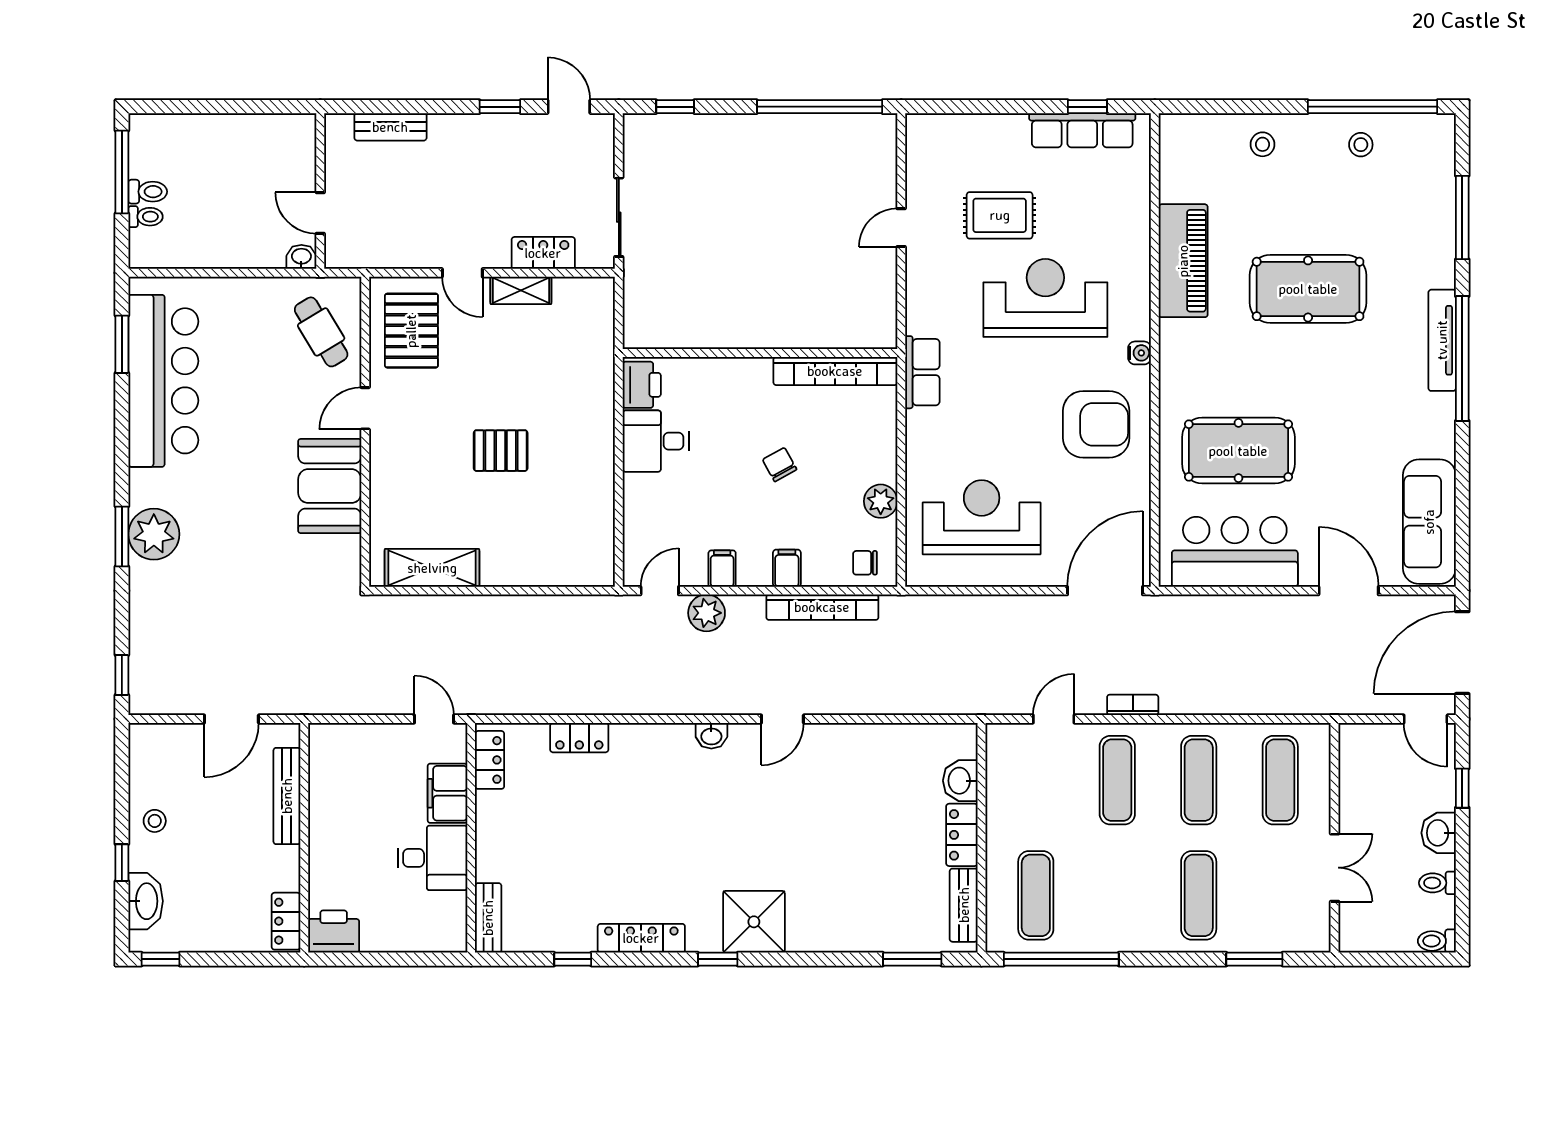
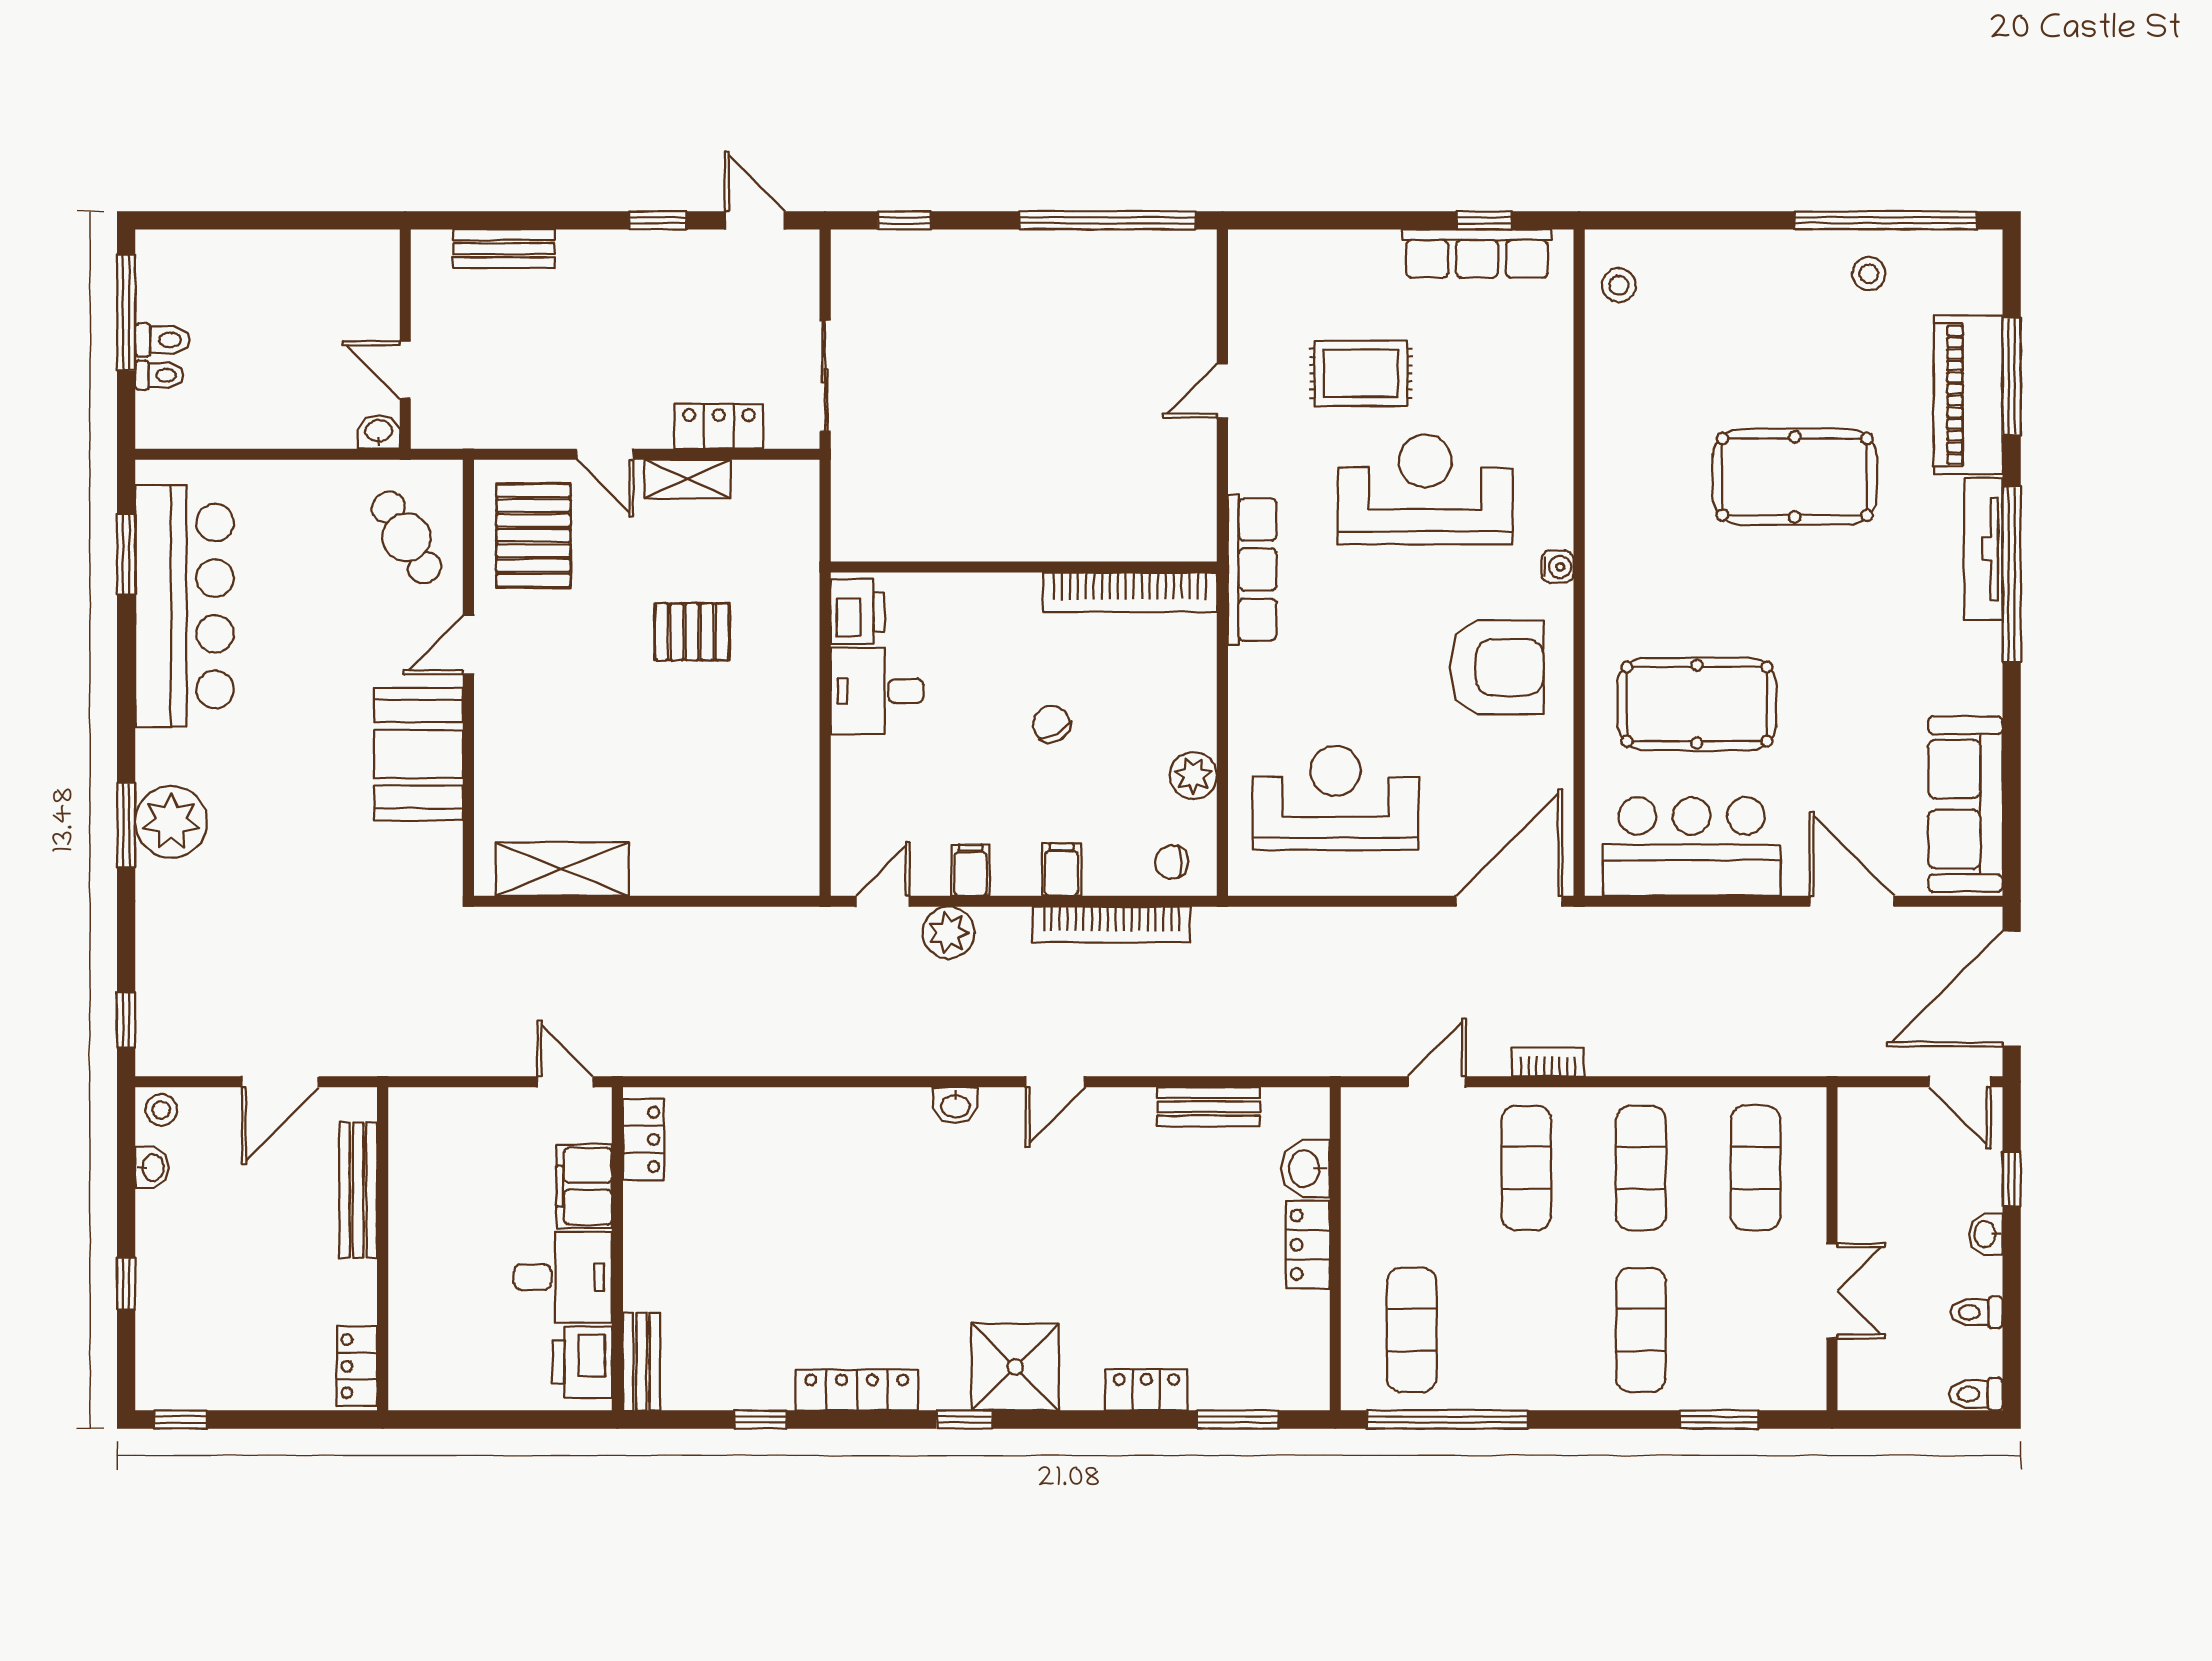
stool: (1263, 144) -> (1619, 285), moved
piano: (1183, 261) -> (1968, 395), moved, turned 180
row of seats: (922, 372) -> (1252, 570), width x1.48
pallet: (501, 451) -> (692, 632), moved
locker: (579, 738) -> (1146, 1390), moved, turned 180
stool: (155, 821) -> (161, 1110), moved
washbasin: (1439, 833) -> (1986, 1234), width x0.72, depth x0.69
washbasin: (146, 901) -> (152, 1168), moved, width x0.52, depth x0.69
bench: (964, 905) -> (1209, 1107), moved, turned 90
printer: (334, 932) -> (582, 1362), moved, turned -90

